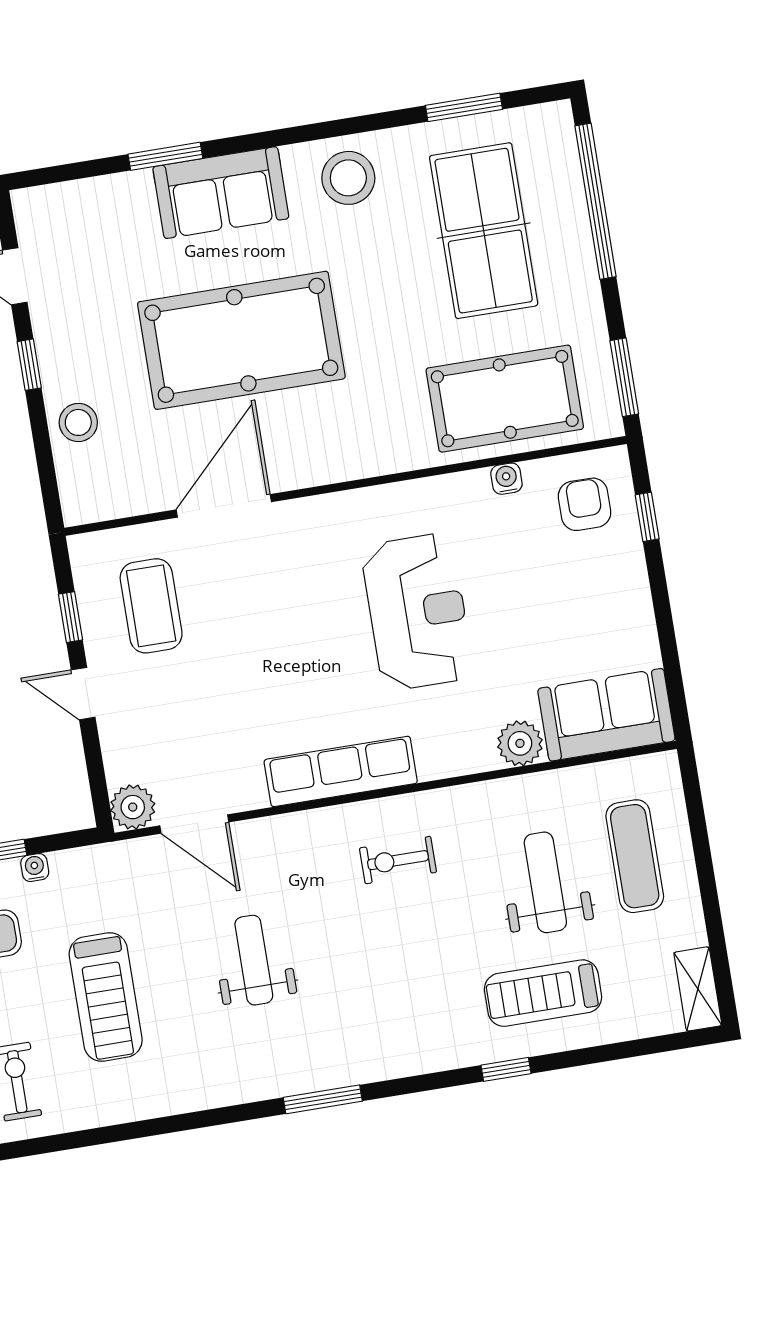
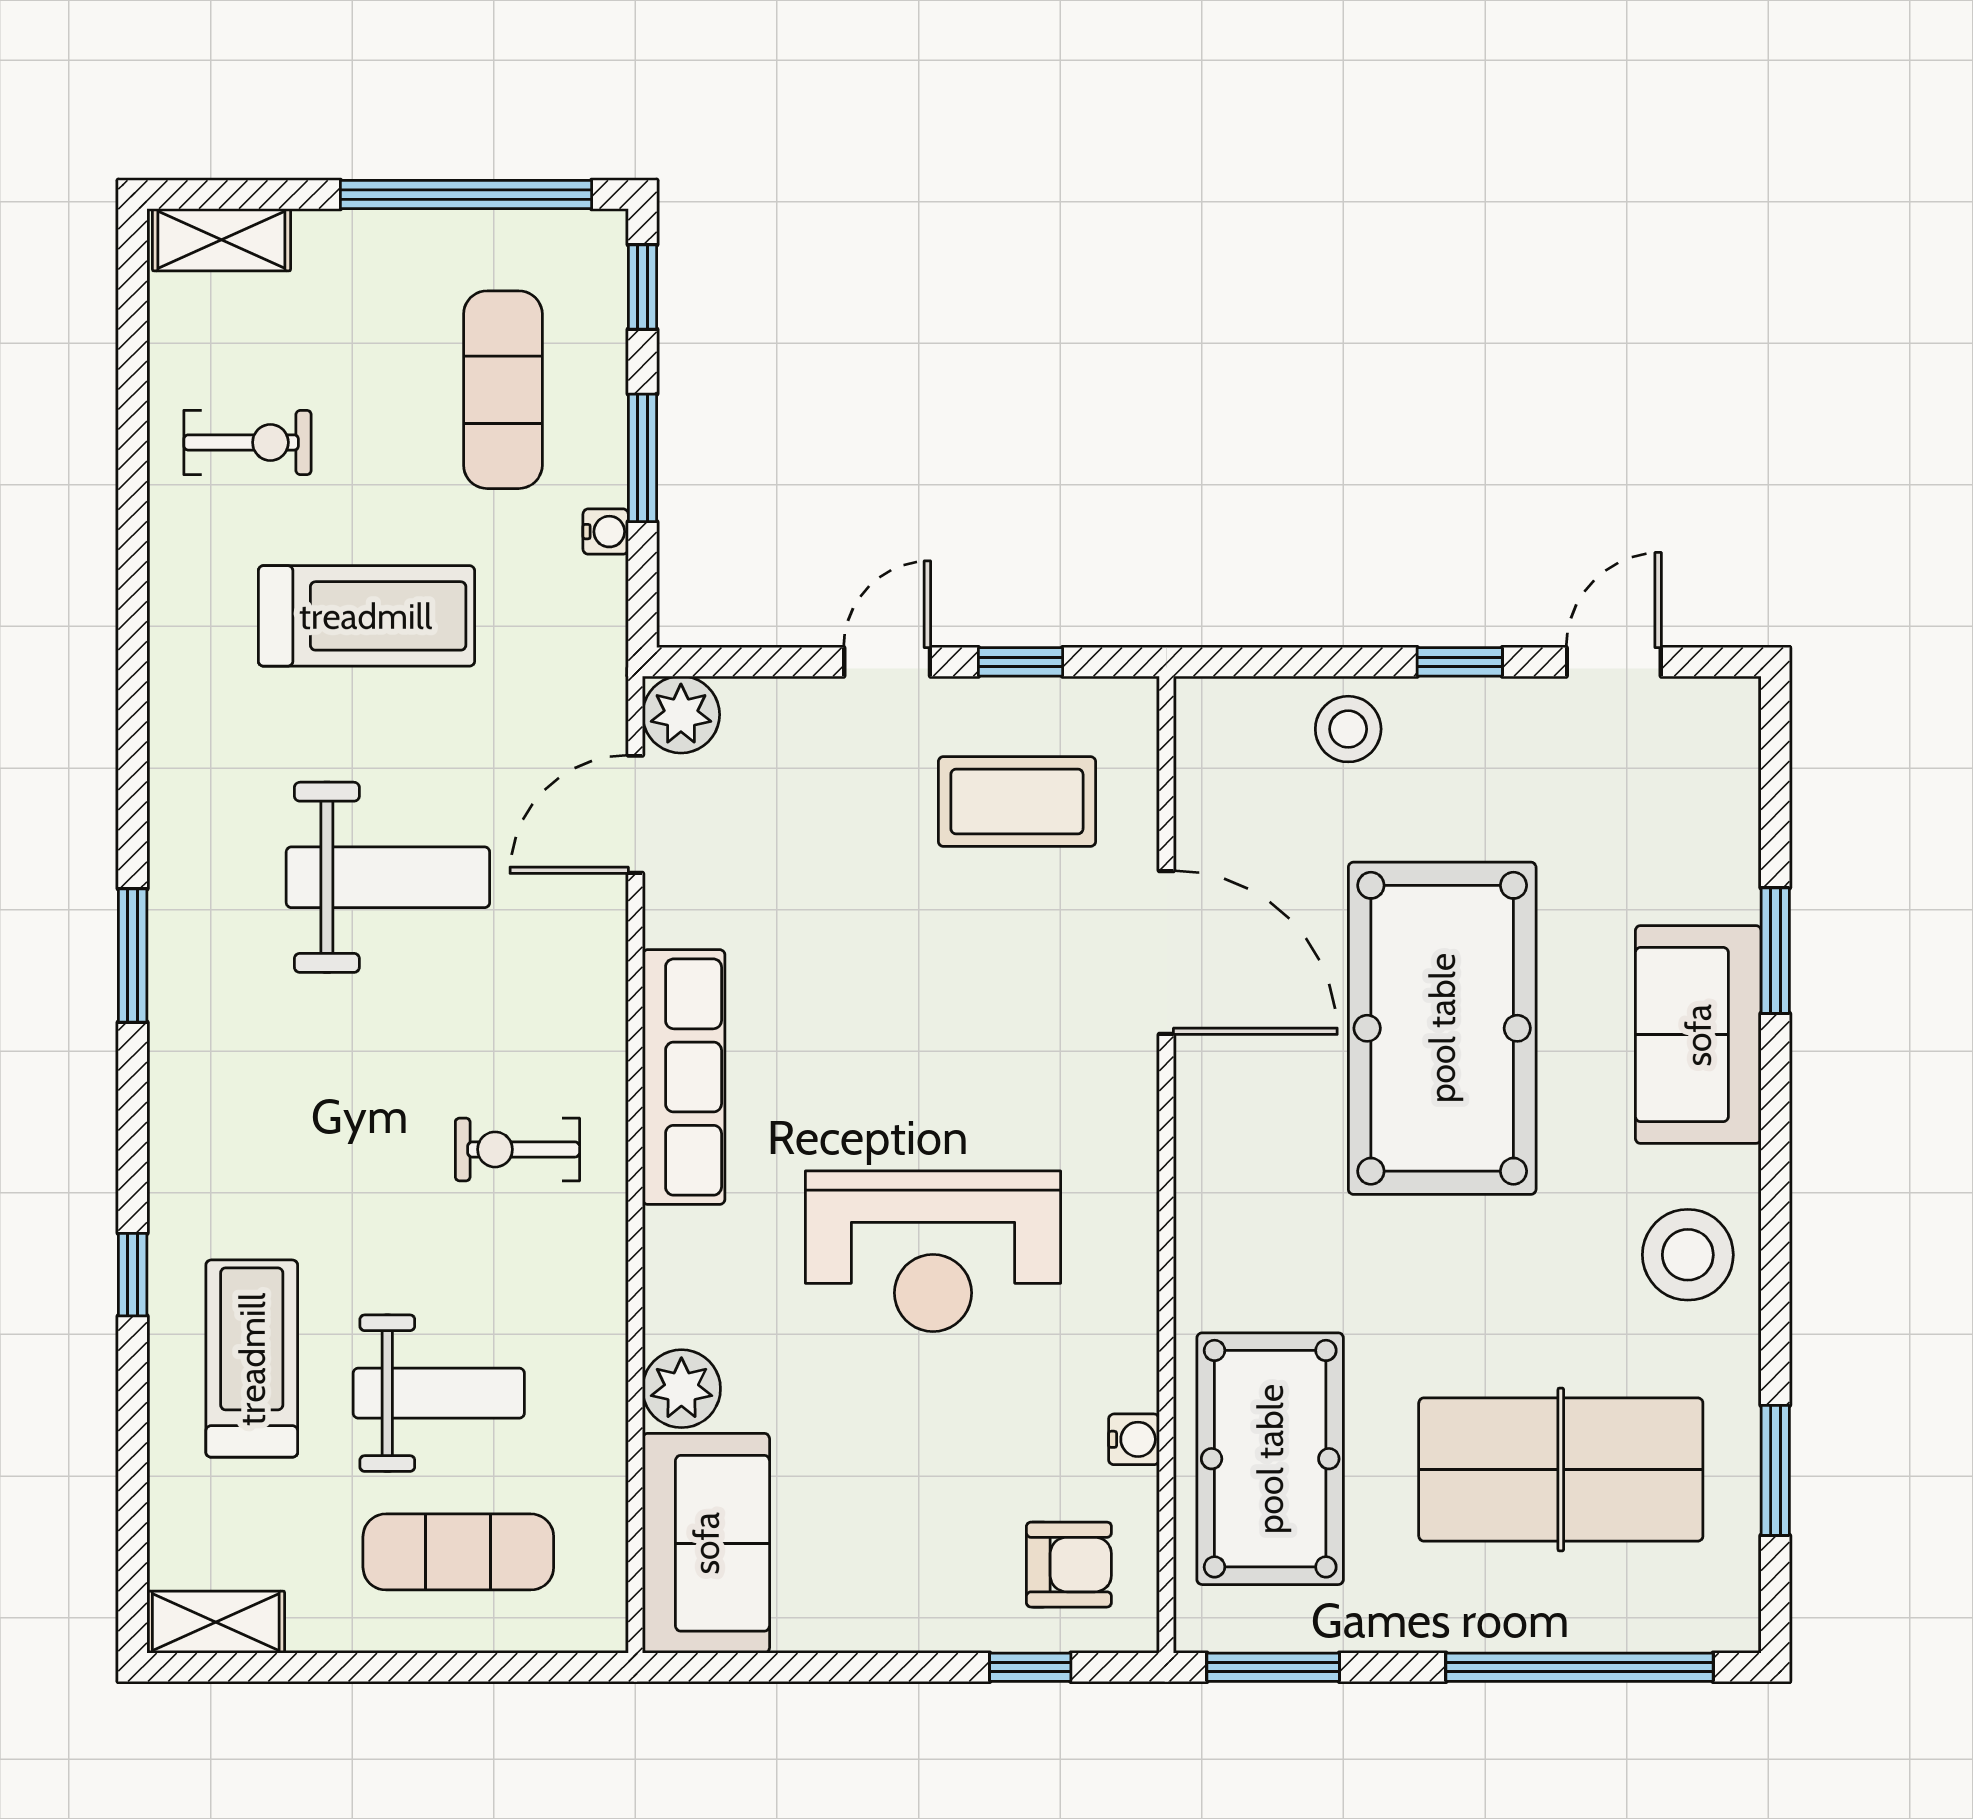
exercise bike: (398, 860) -> (517, 1149), turned -90
weight bench: (254, 960) -> (388, 877), width x1.36, depth x1.33
treadmill: (106, 997) -> (366, 616), turned 180

